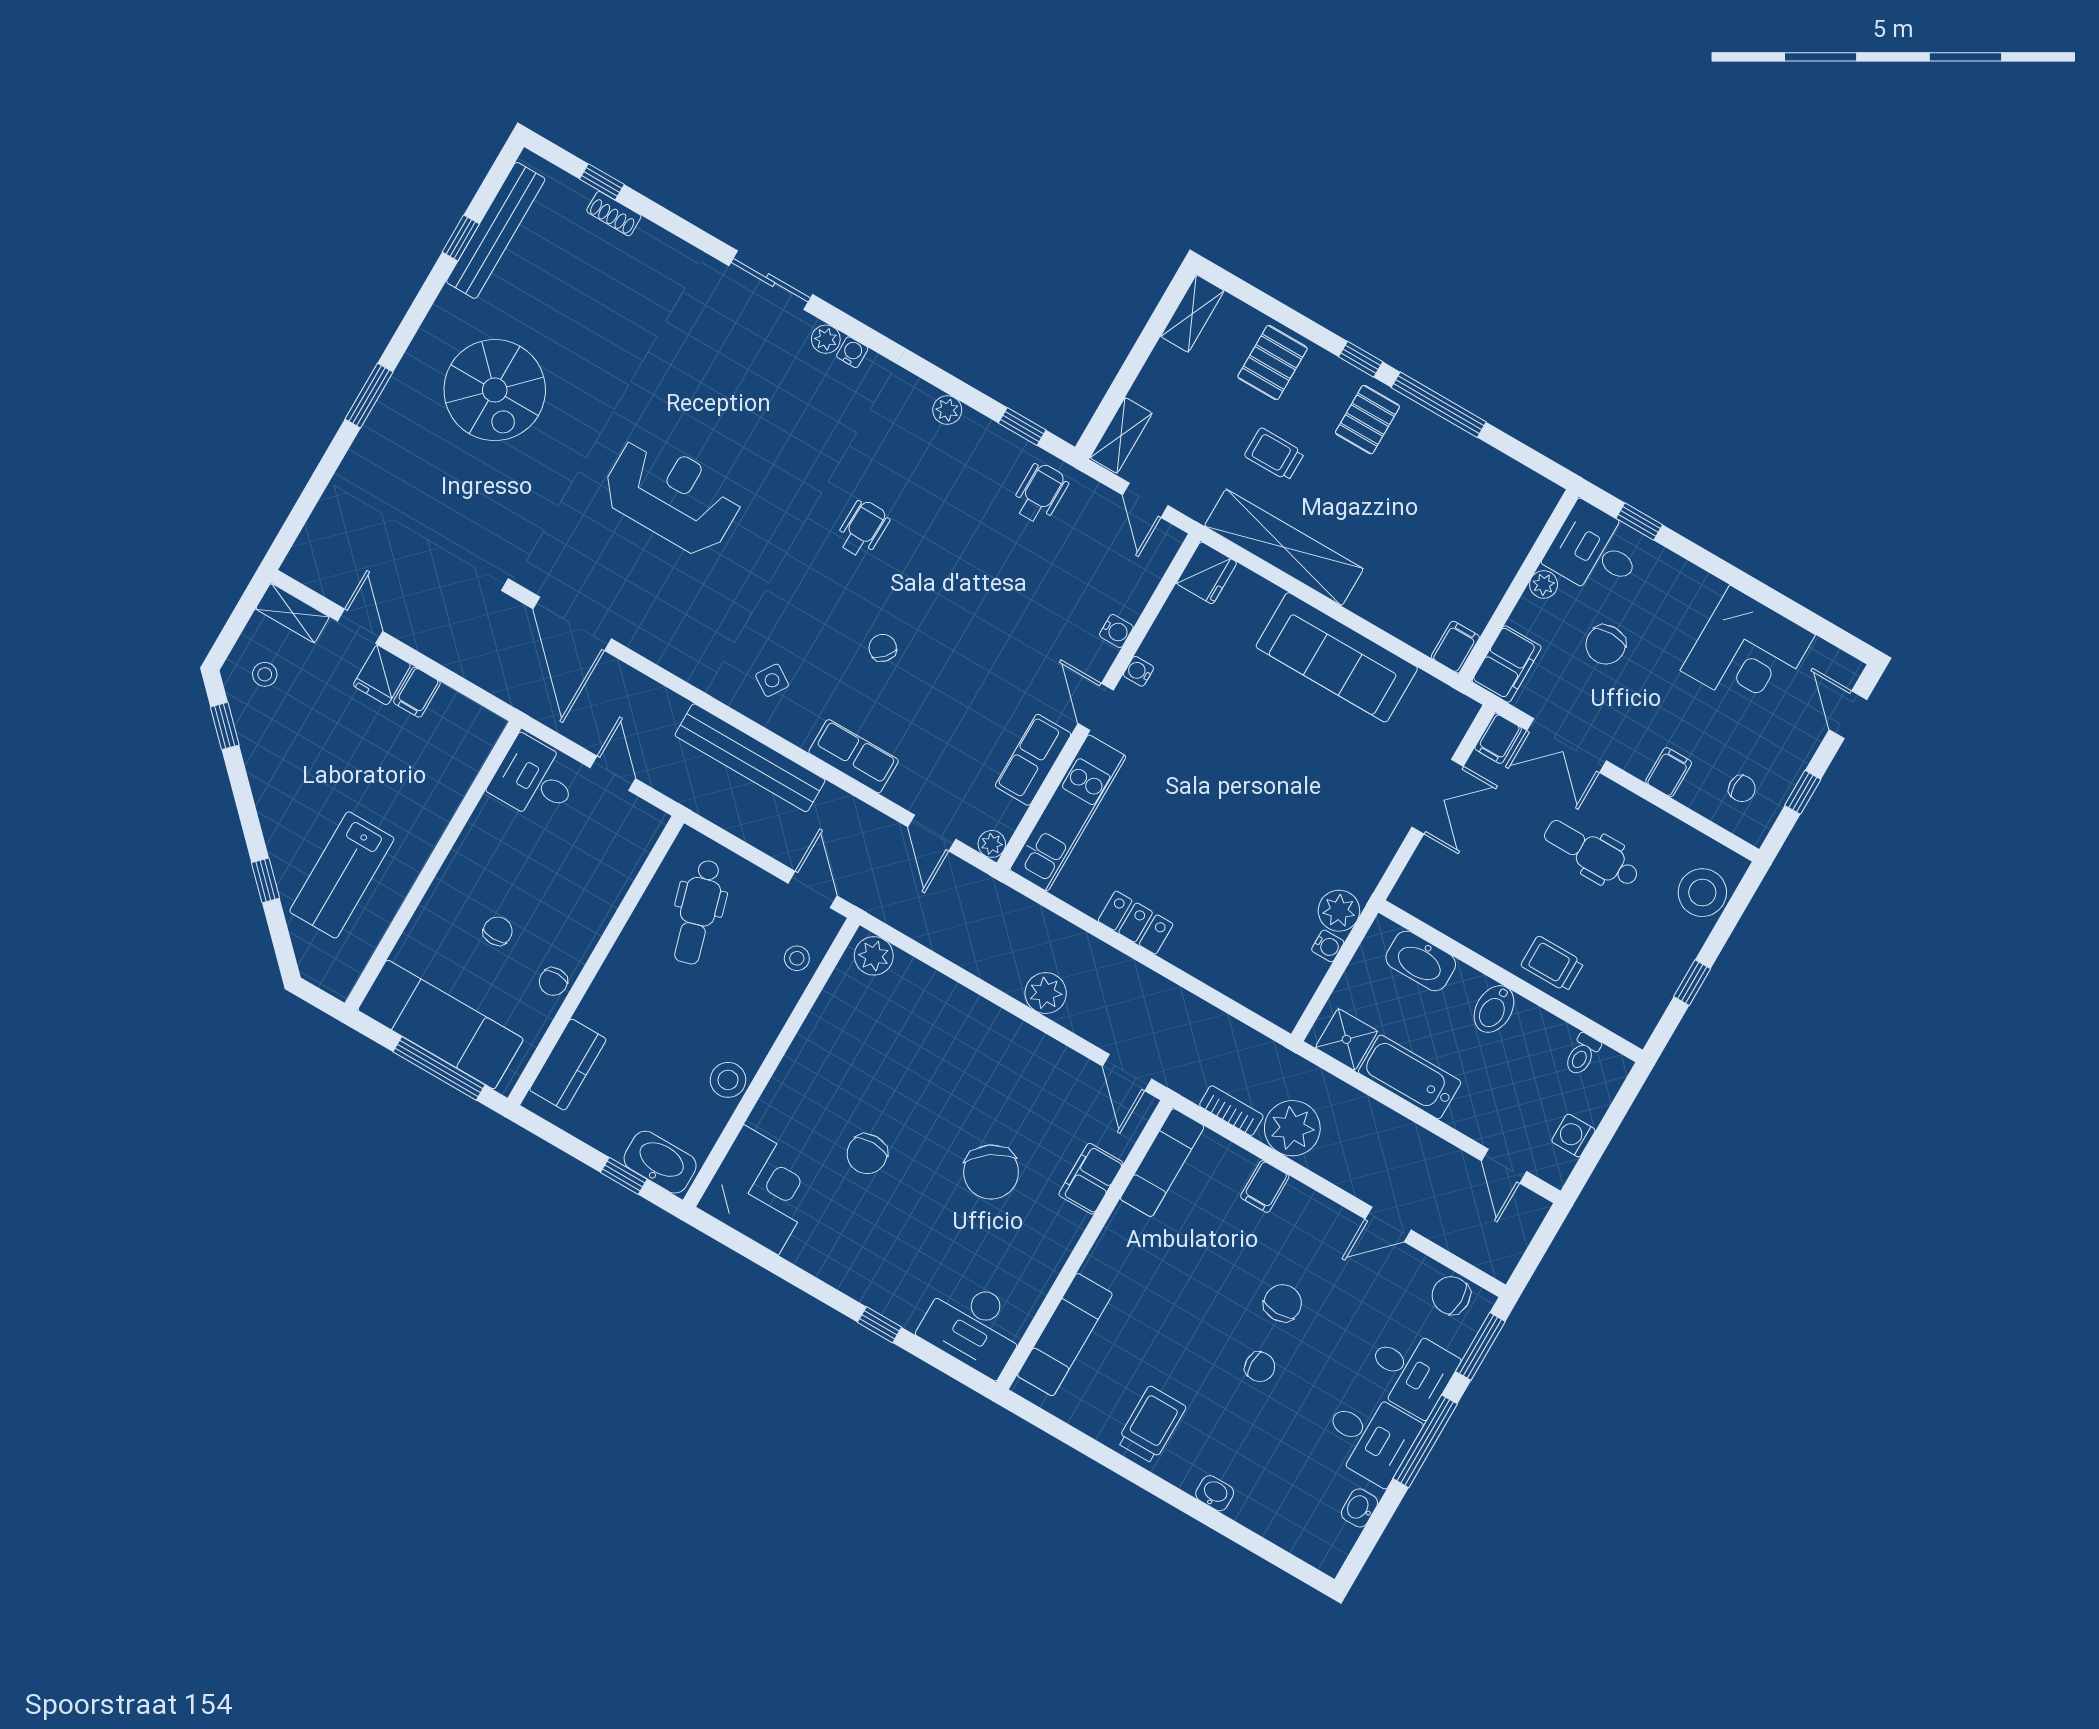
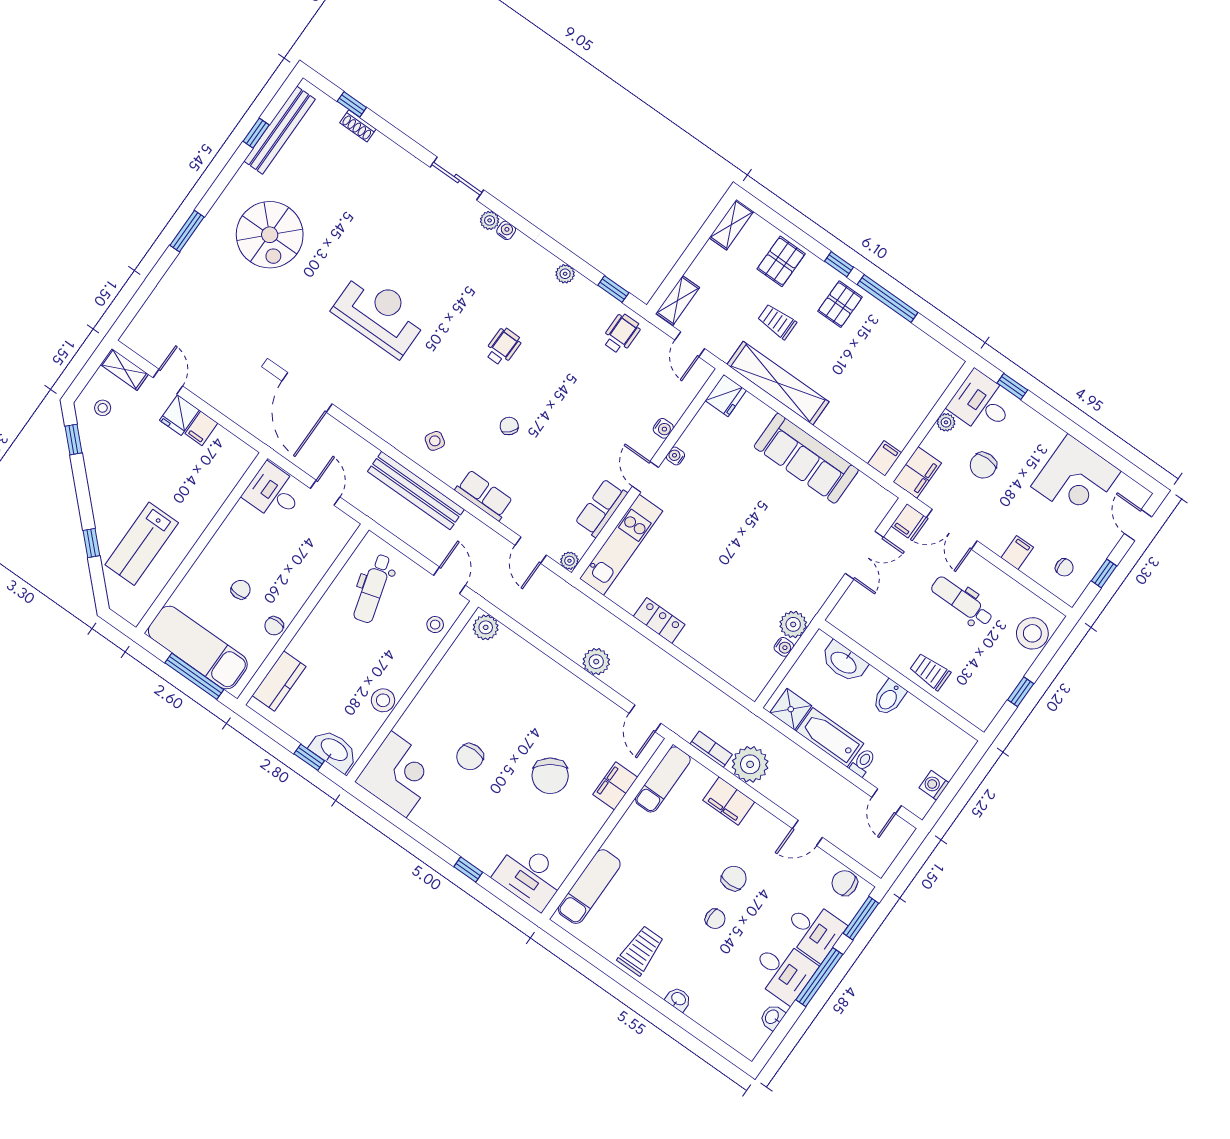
toilet: (1582, 1055) -> (863, 762), moved, turned 180
filing cabinet: (1265, 1186) -> (729, 801), width x2.00

